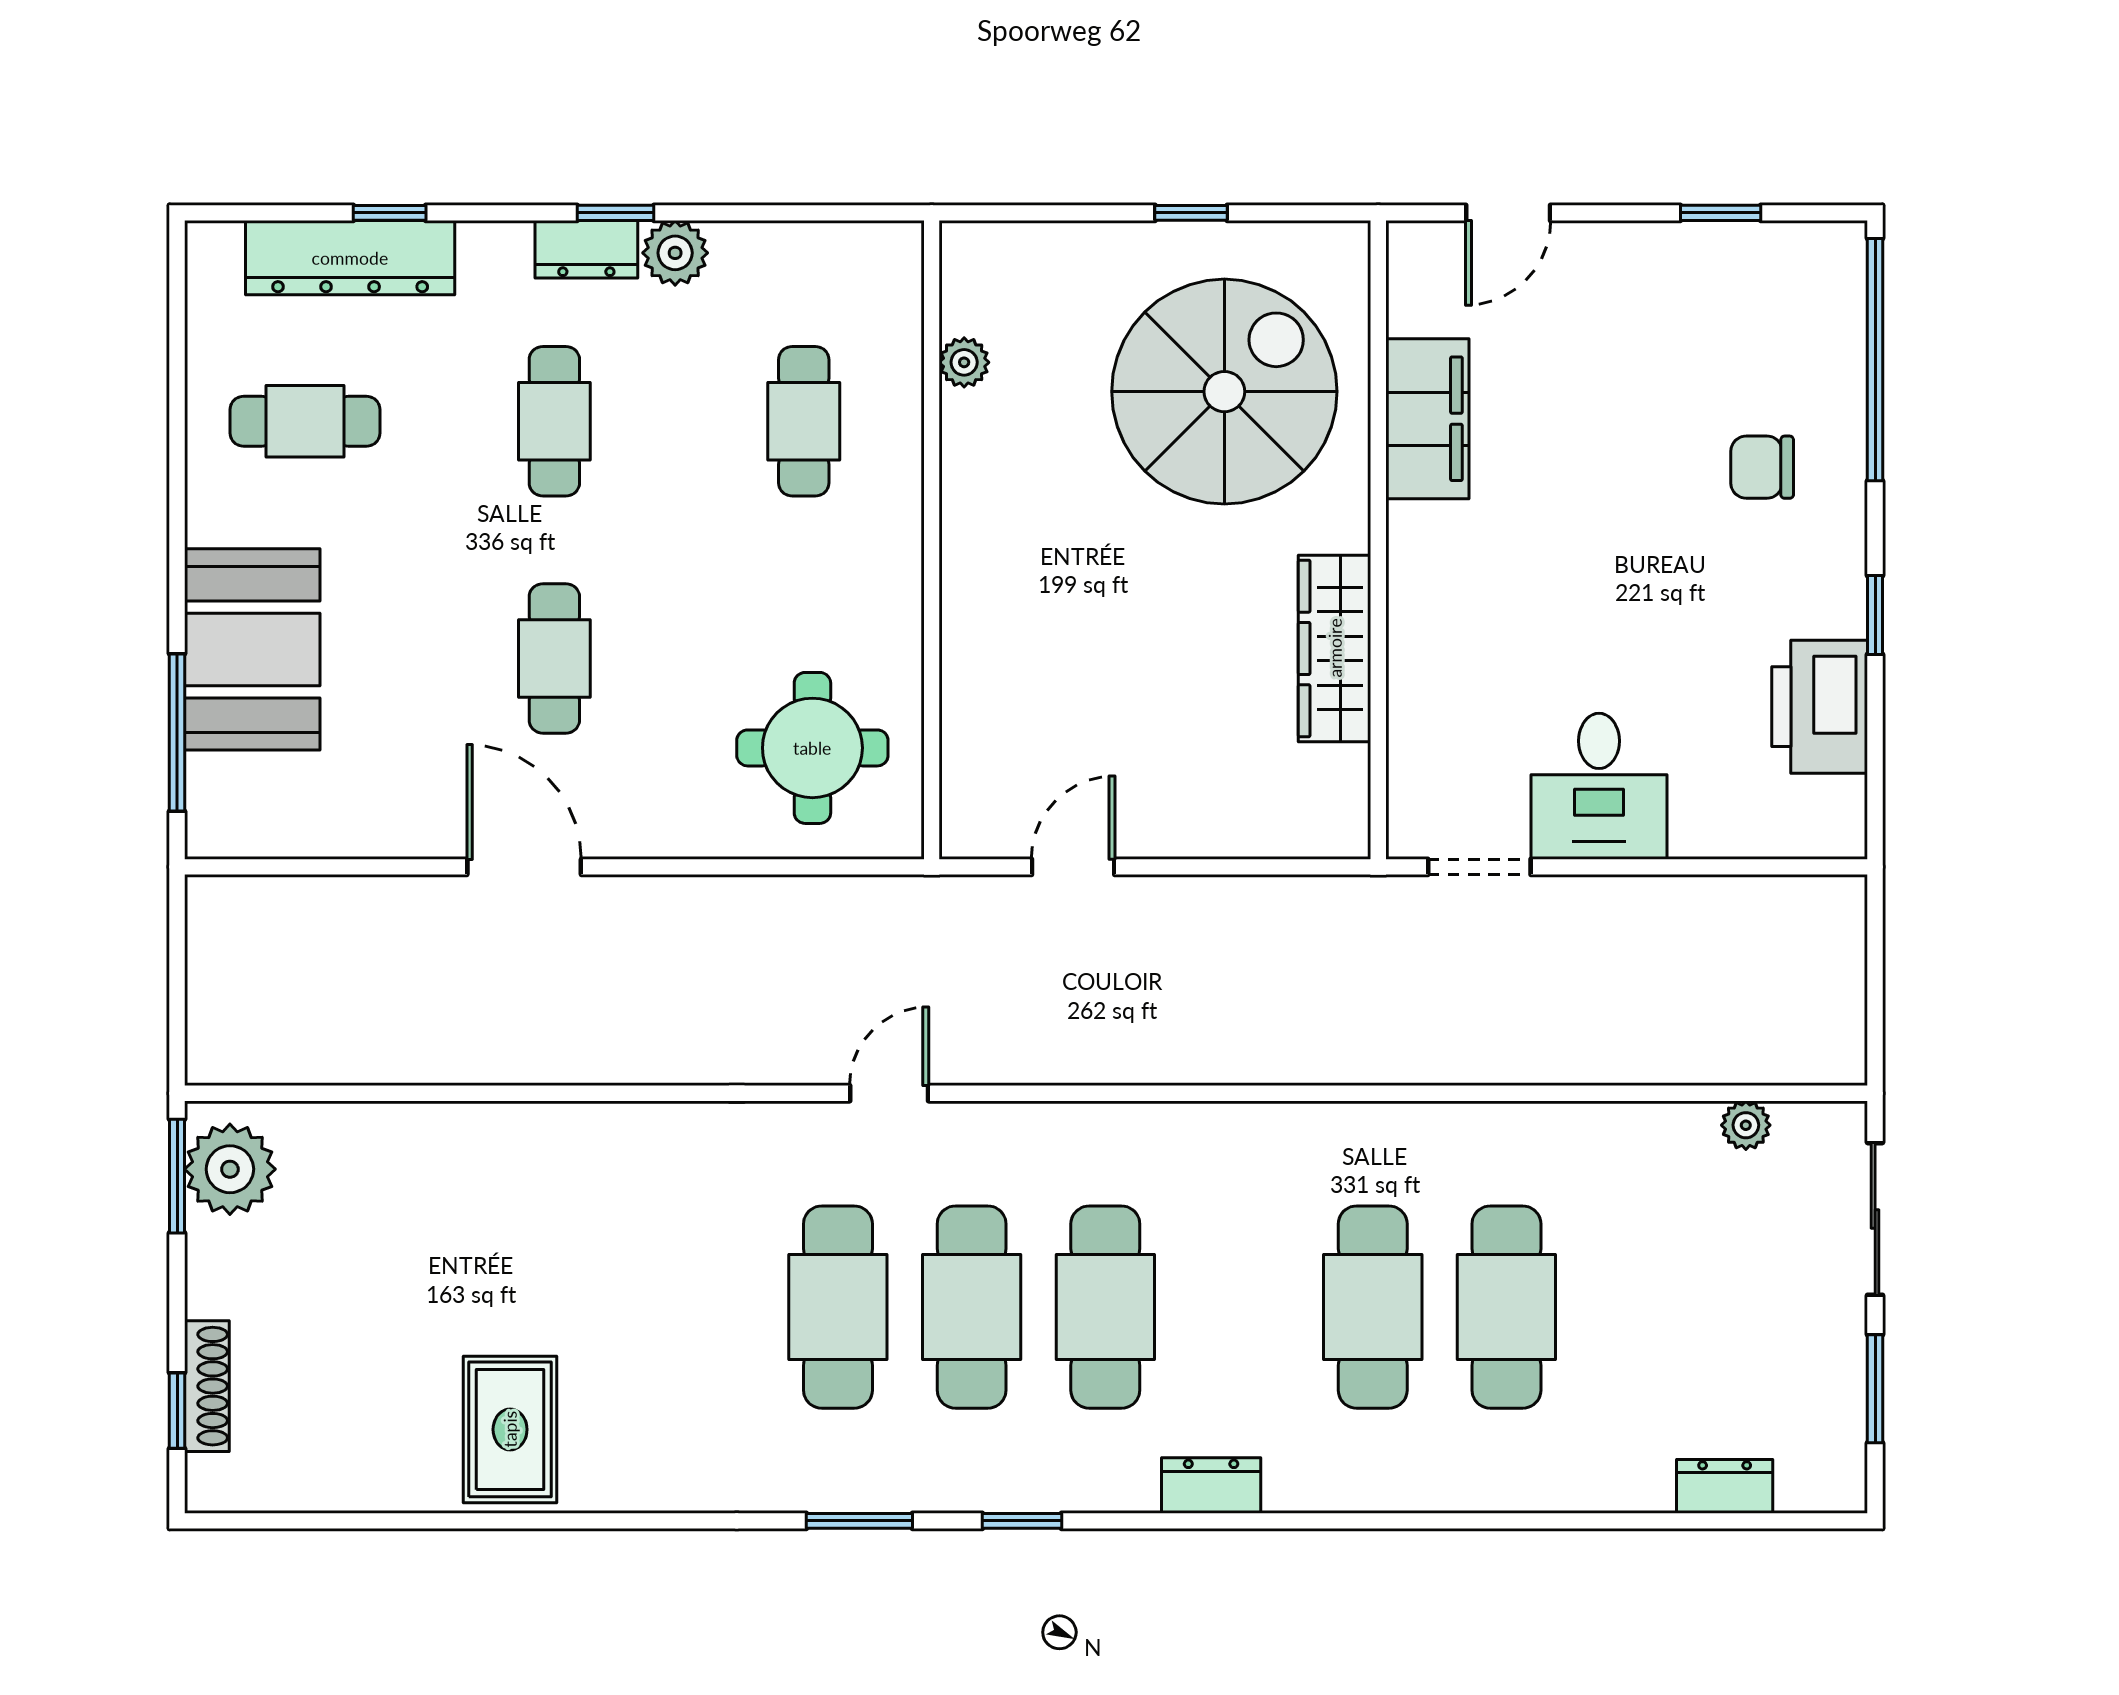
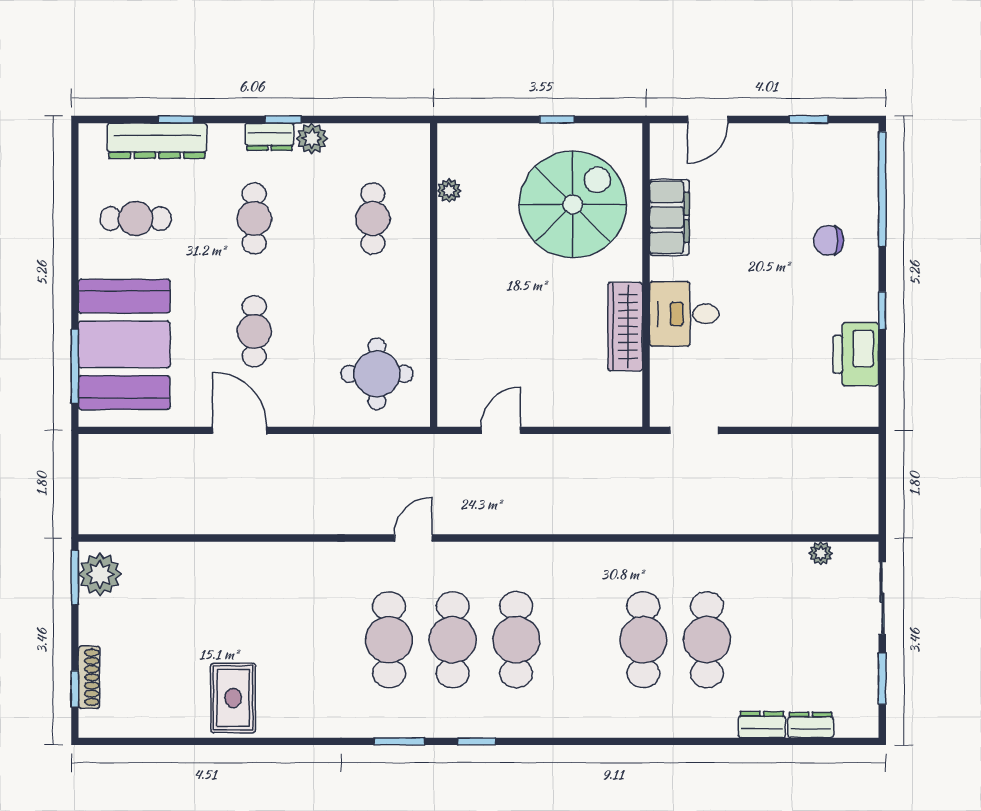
booth: (252, 649) -> (124, 344), width x1.36, depth x1.42
desk: (1599, 786) -> (684, 314), moved, turned 90
dresser: (1211, 1486) -> (762, 725), moved

